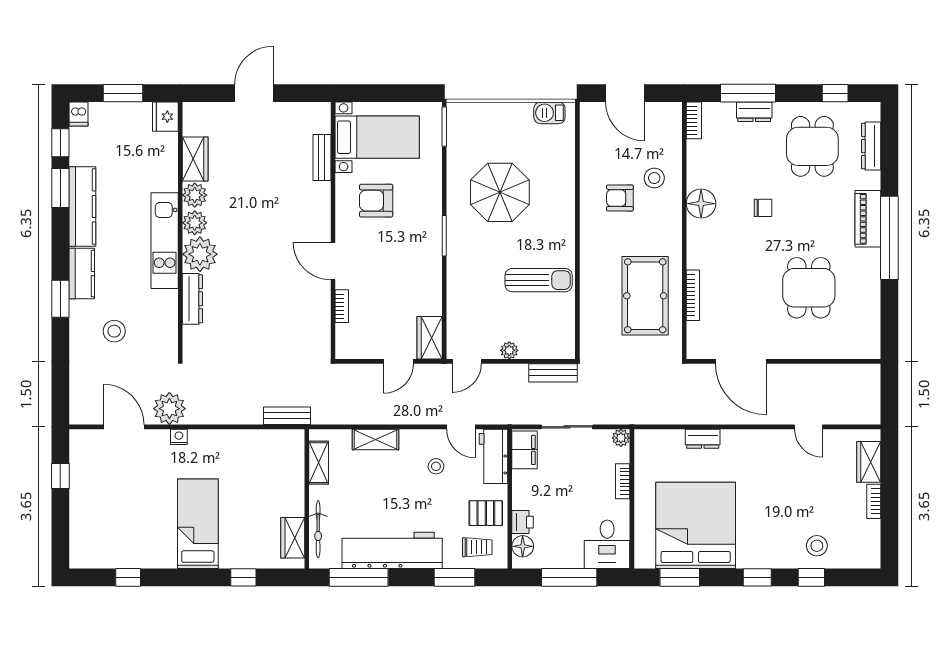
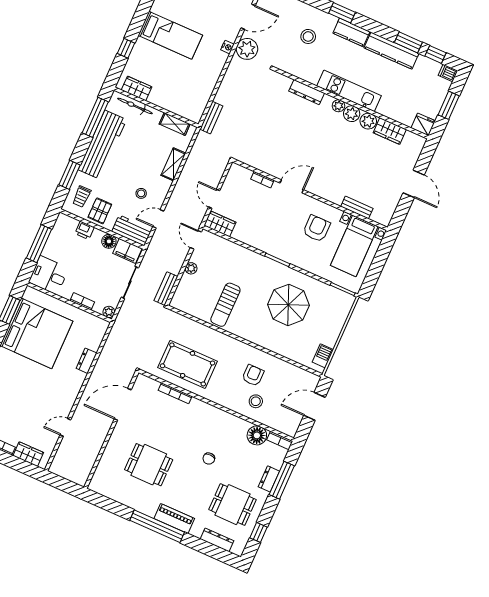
floor lamp: (701, 204) -> (257, 435), moved
plant: (200, 254) -> (338, 106), width x0.53, depth x0.53
floor lamp: (523, 546) -> (109, 241), moved

